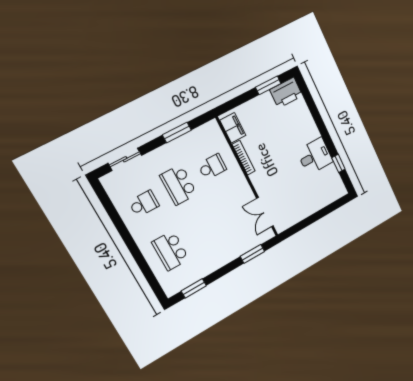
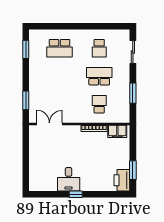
window: (338, 163) -> (76, 194), moved
school desk: (212, 167) -> (99, 104), turned 180
school desk: (171, 251) -> (60, 48), turned 180

